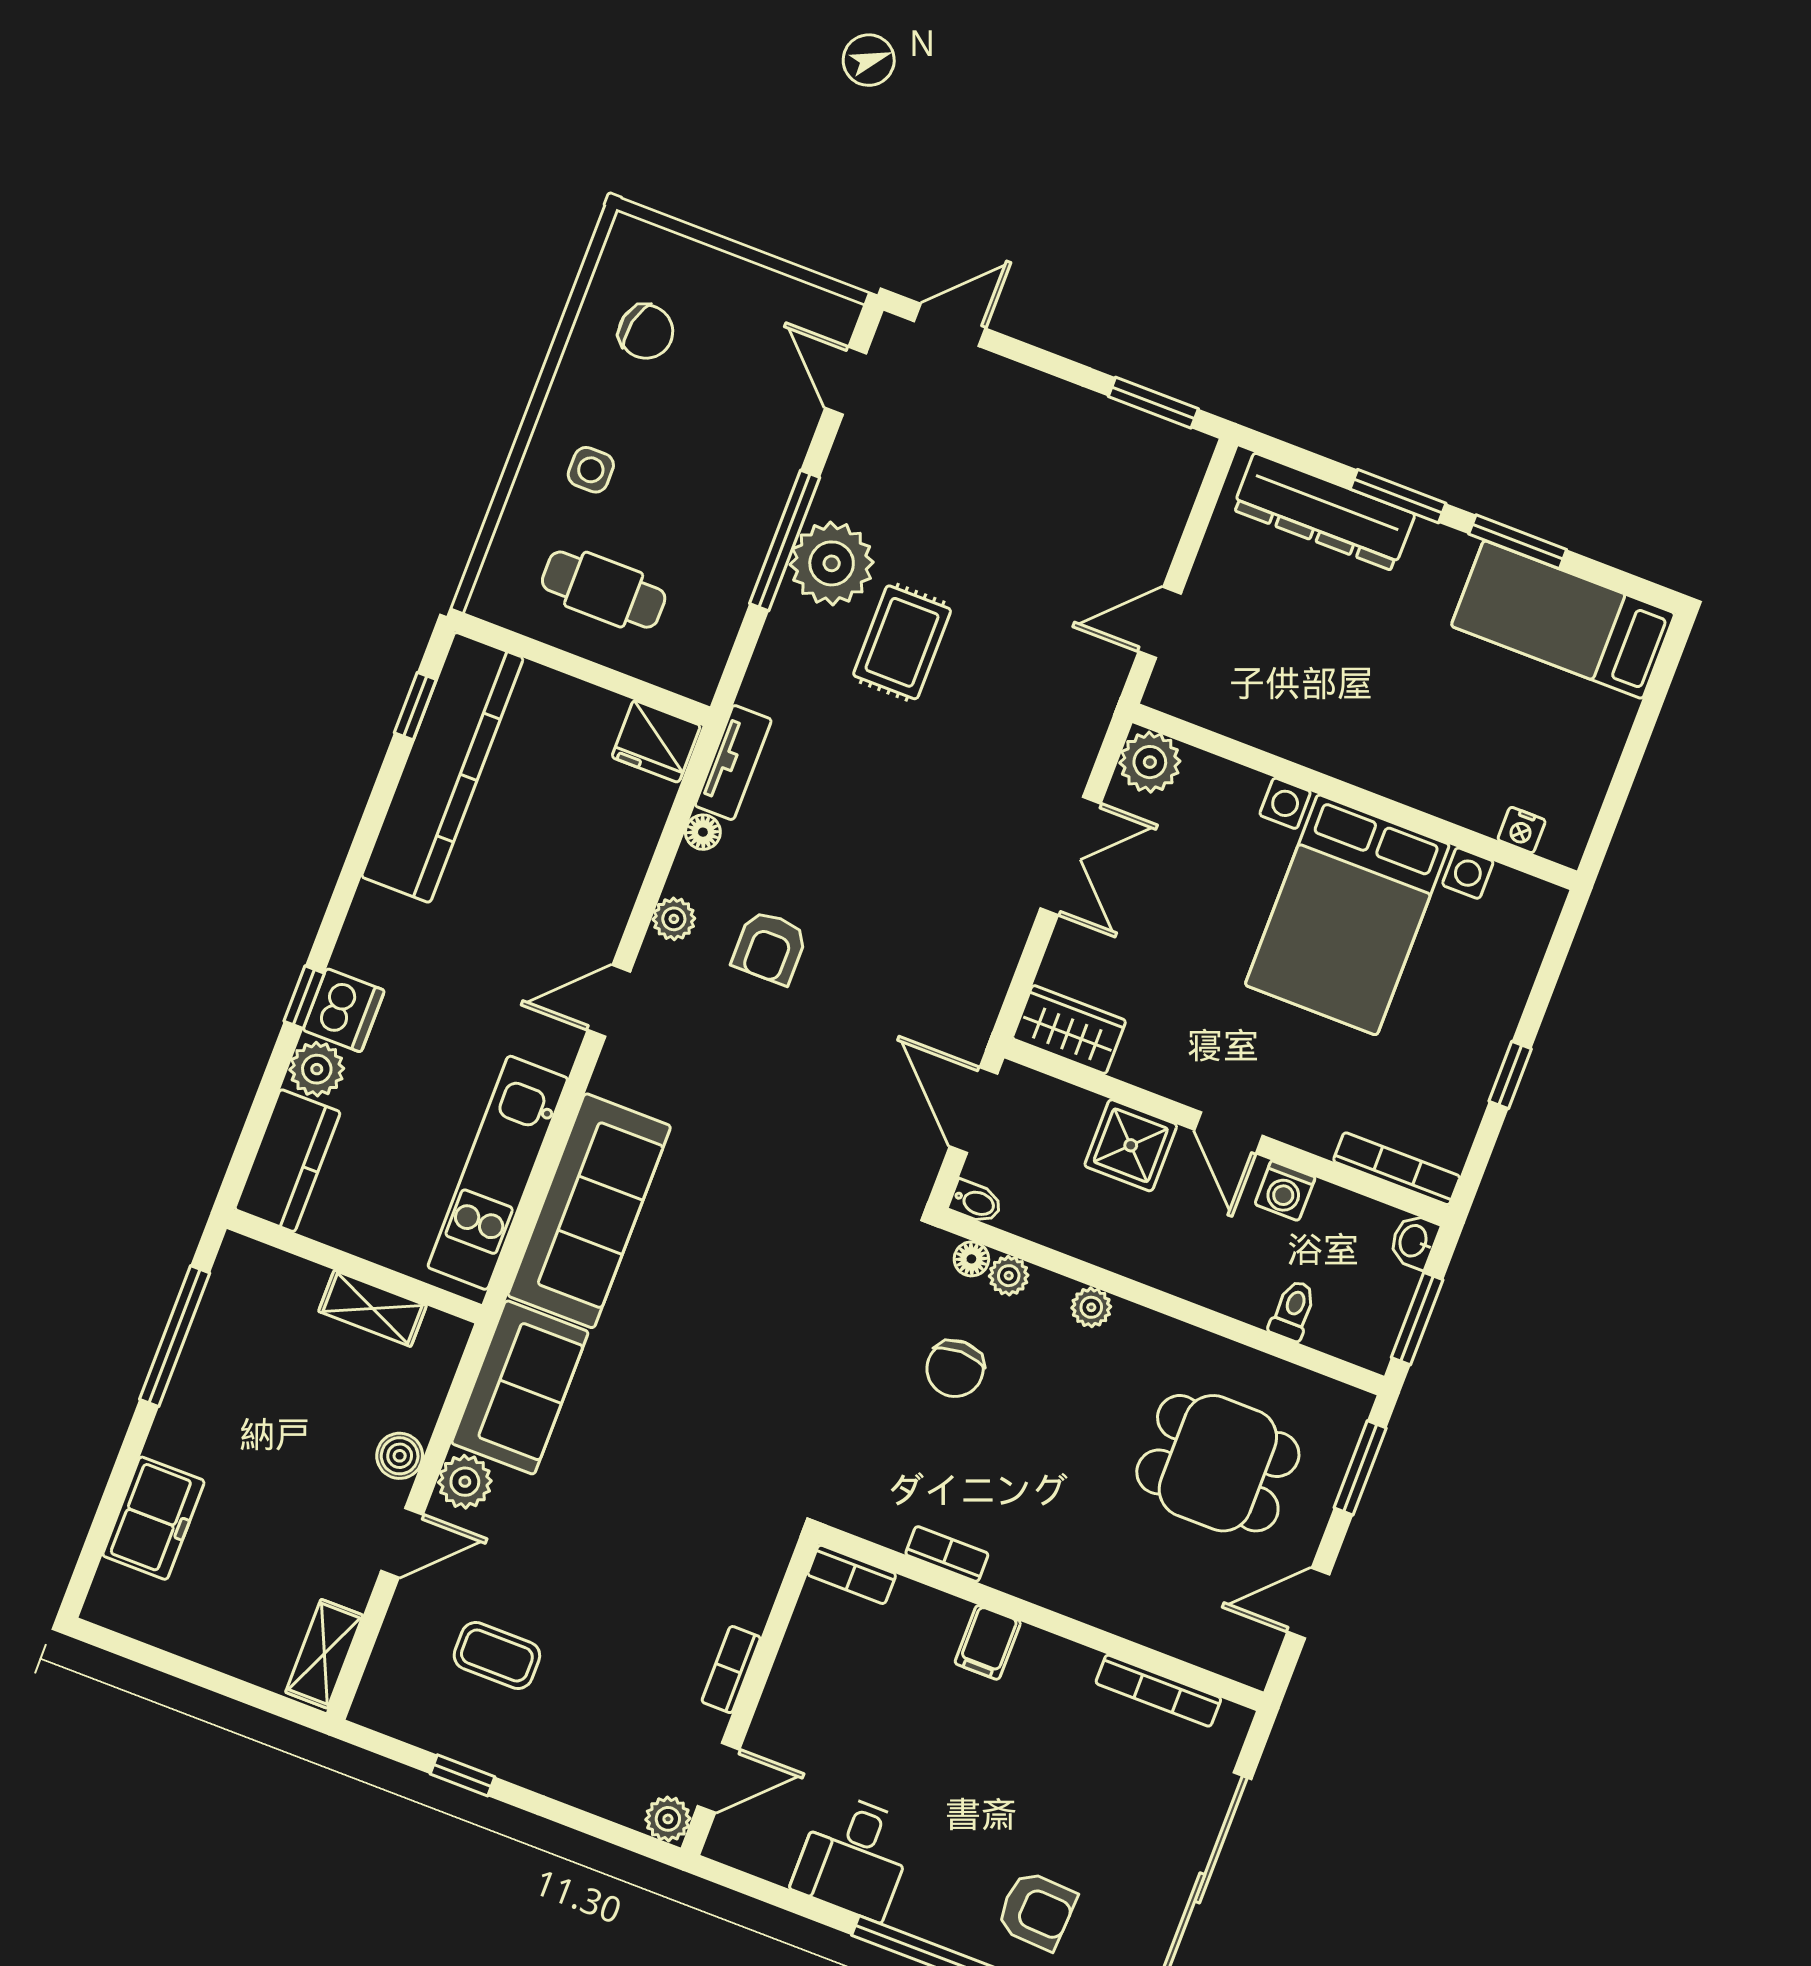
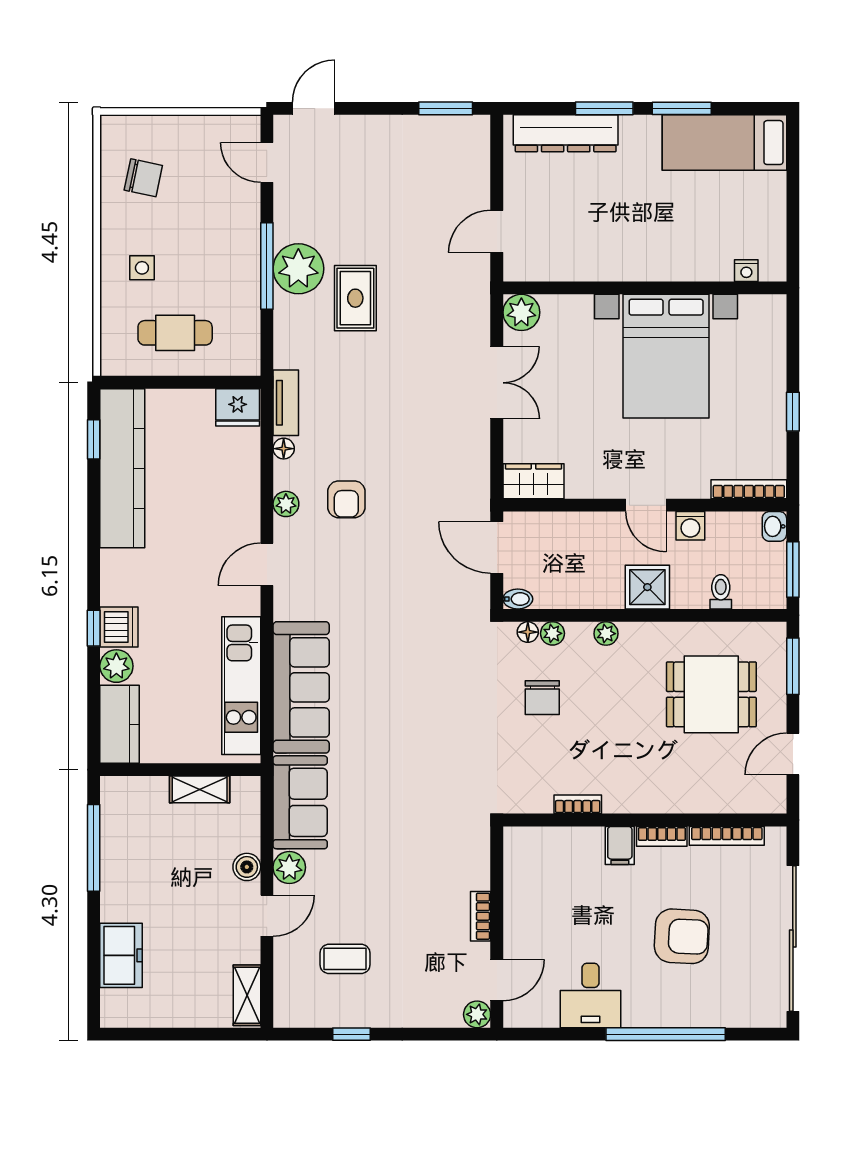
shower: (1131, 1145) -> (647, 587), moved
bookcase: (852, 1574) -> (662, 836), moved
armchair: (1037, 1911) -> (682, 936), moved, width x1.38, depth x1.38

